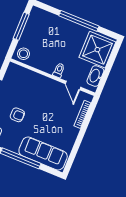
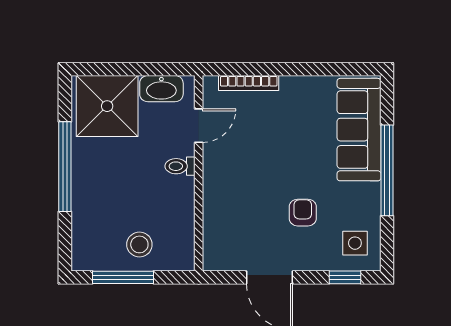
stool: (23, 54) -> (139, 244), moved

